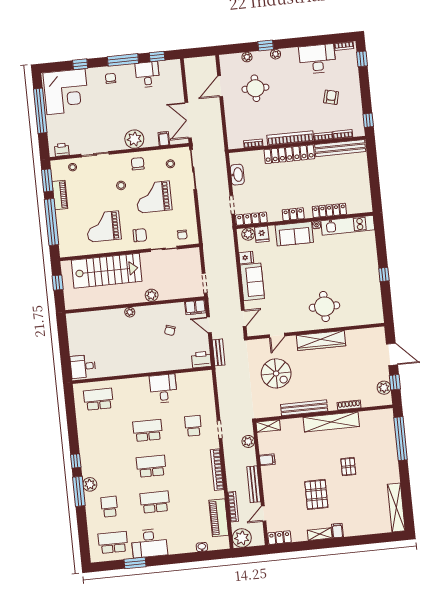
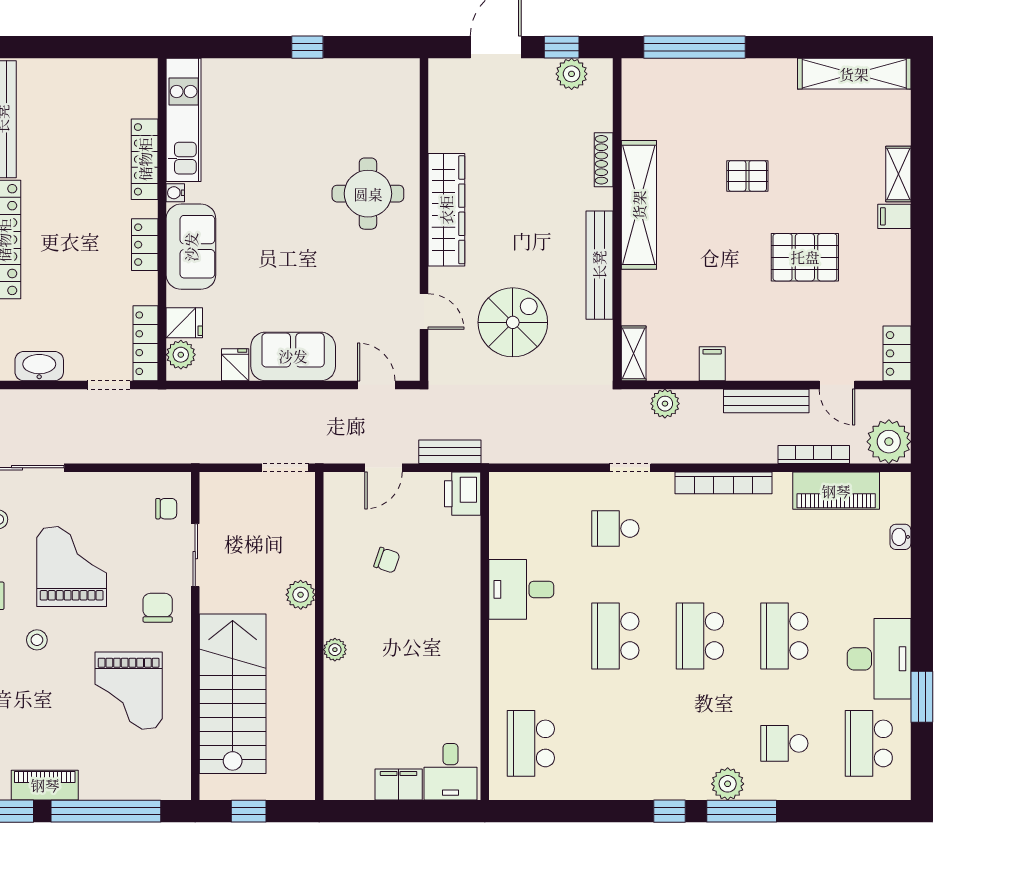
grand piano: (154, 197) -> (72, 566), turned 180
filing cabinet: (195, 307) -> (399, 784), moved, turned -90
shelving: (320, 534) -> (898, 174), moved

